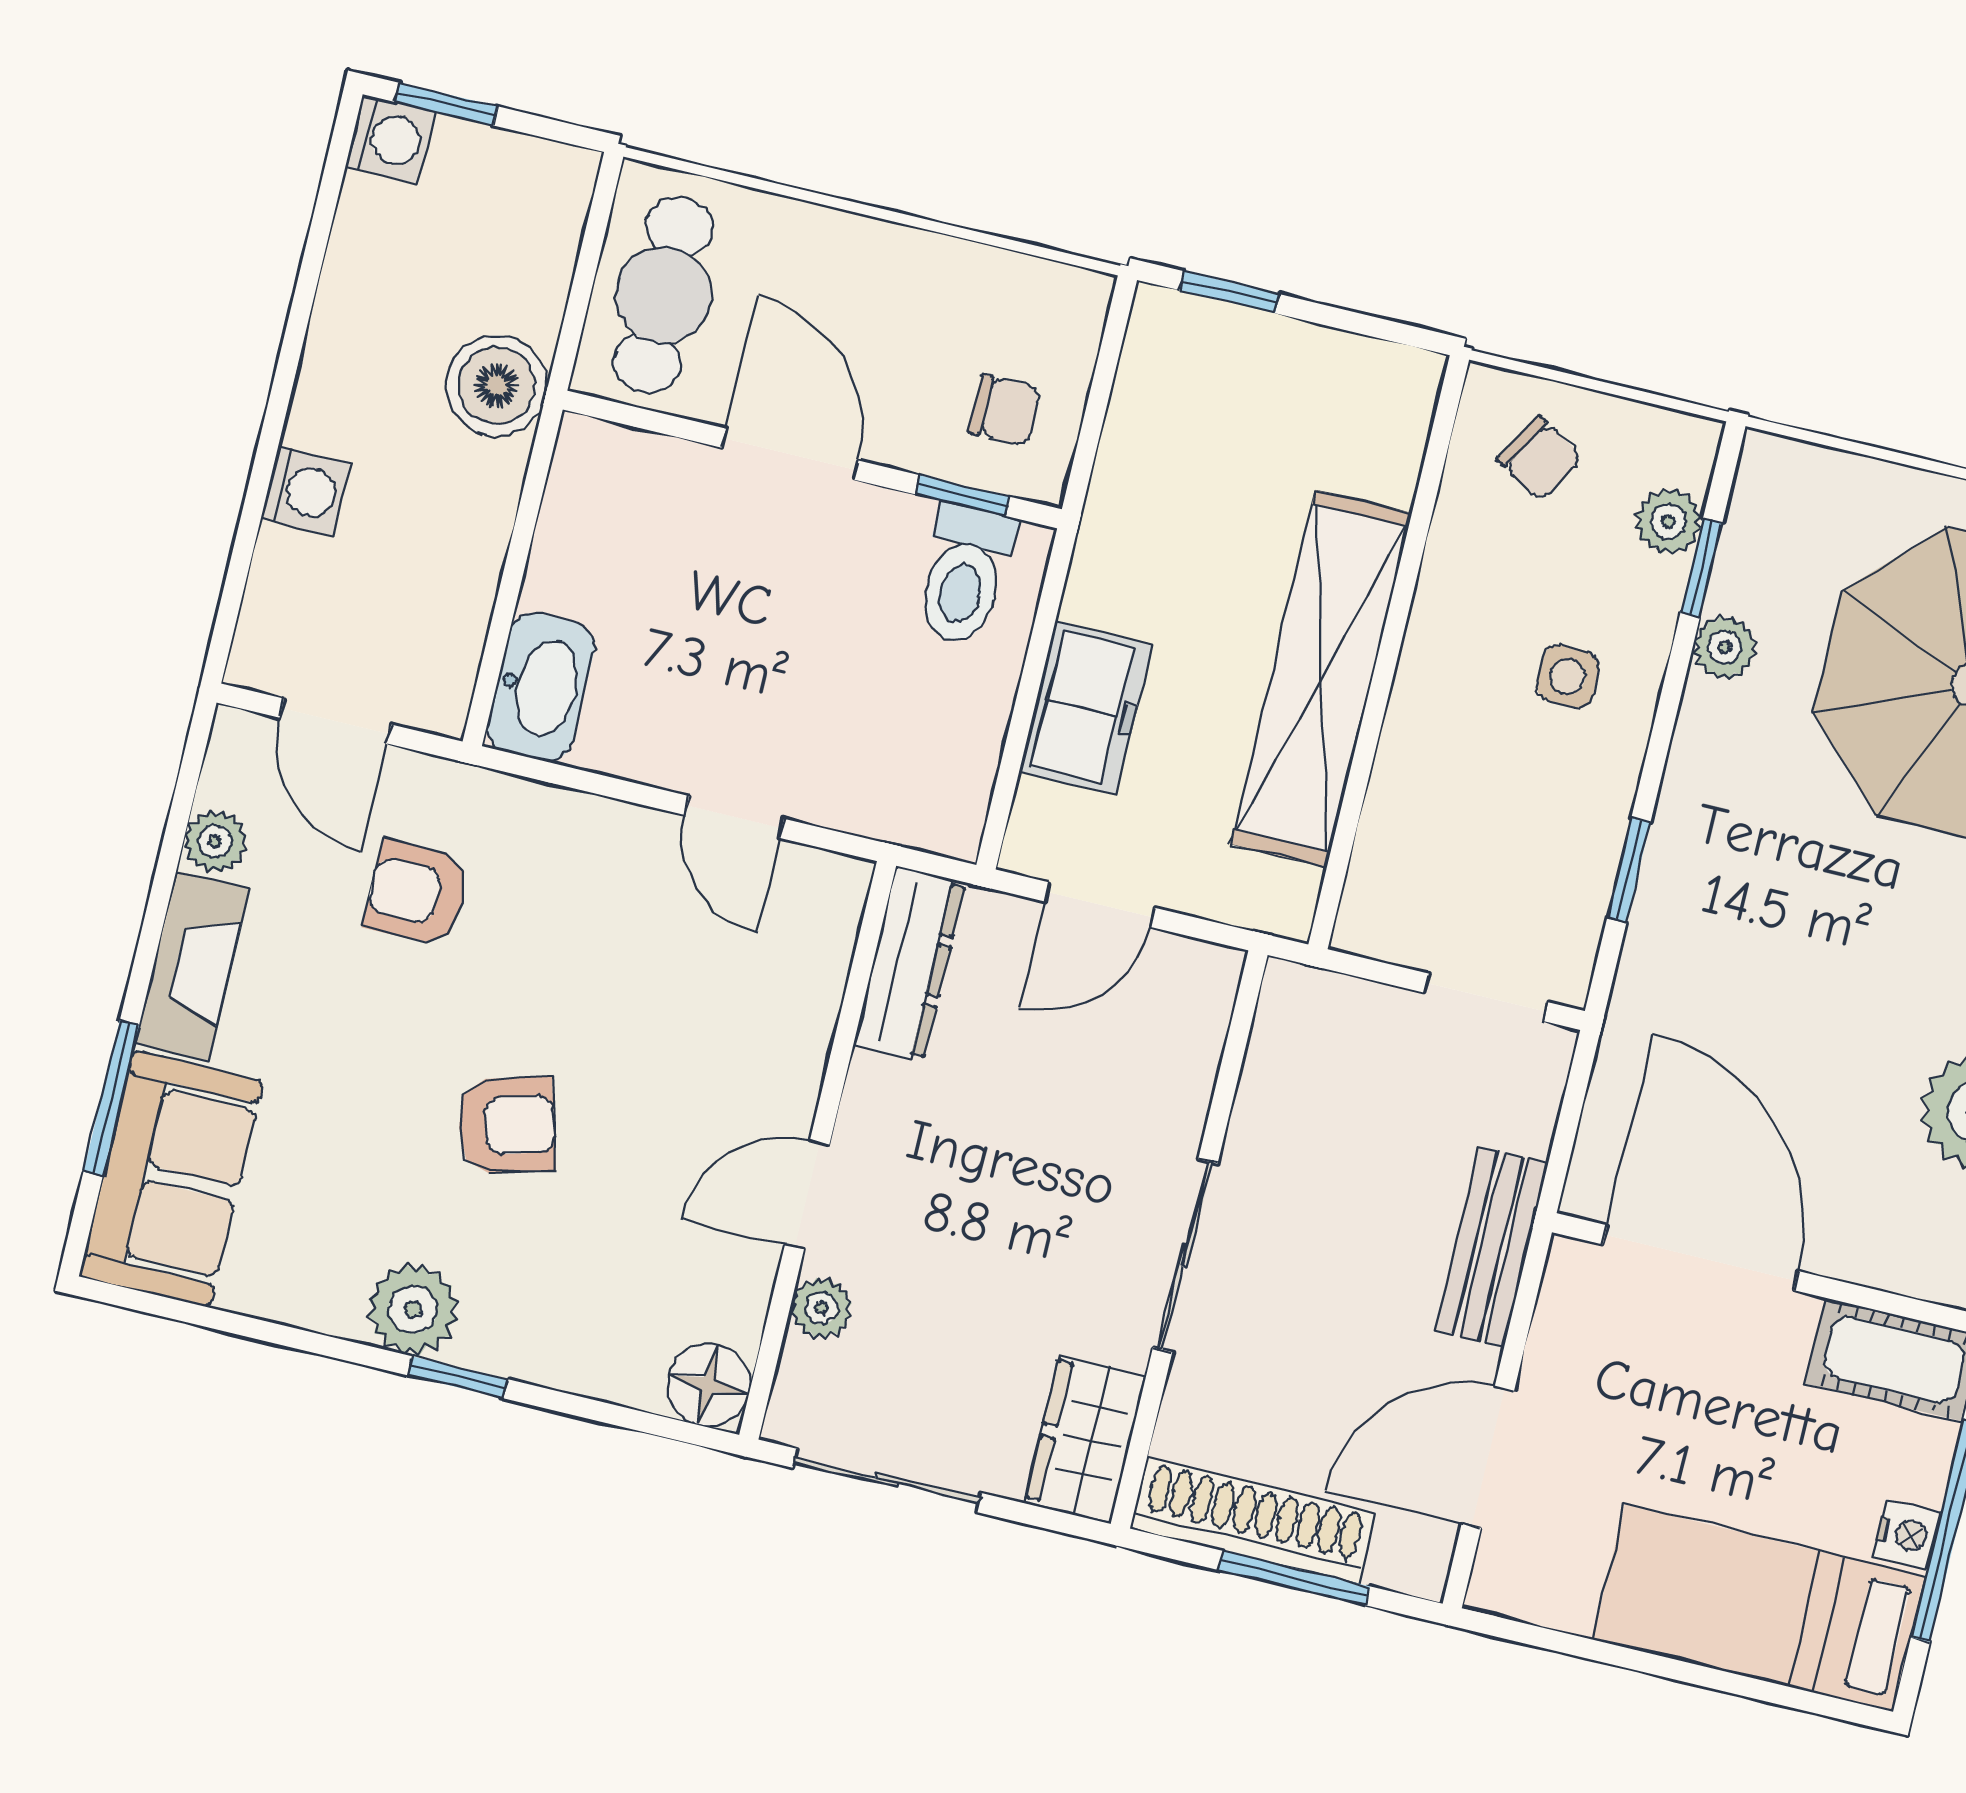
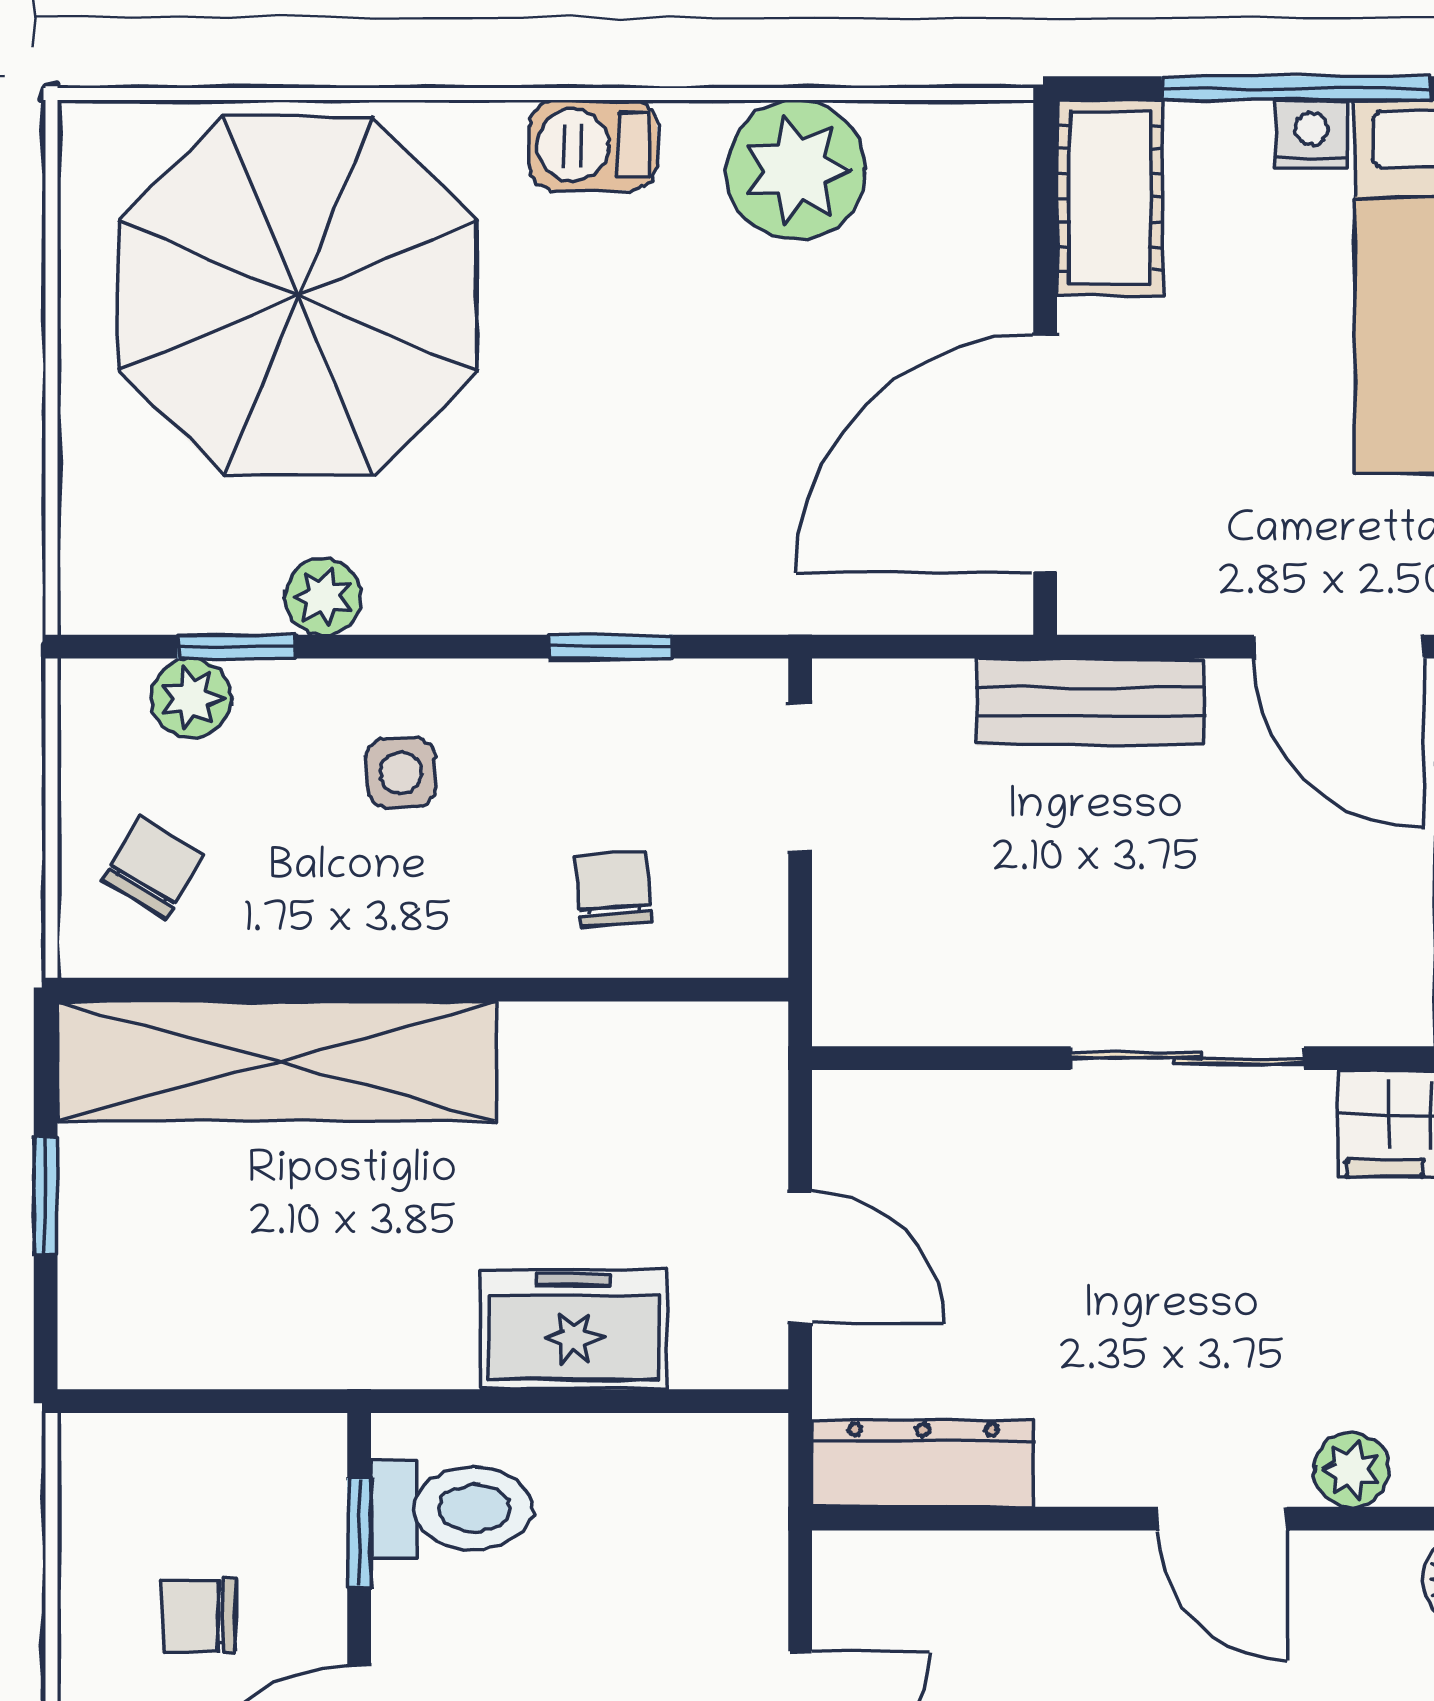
window: (1230, 292) -> (46, 1196), moved
chair: (1005, 410) -> (198, 1616), moved, turned -90
shelving: (1321, 679) -> (277, 1061), moved
chair: (1433, 826) -> (614, 889), added

